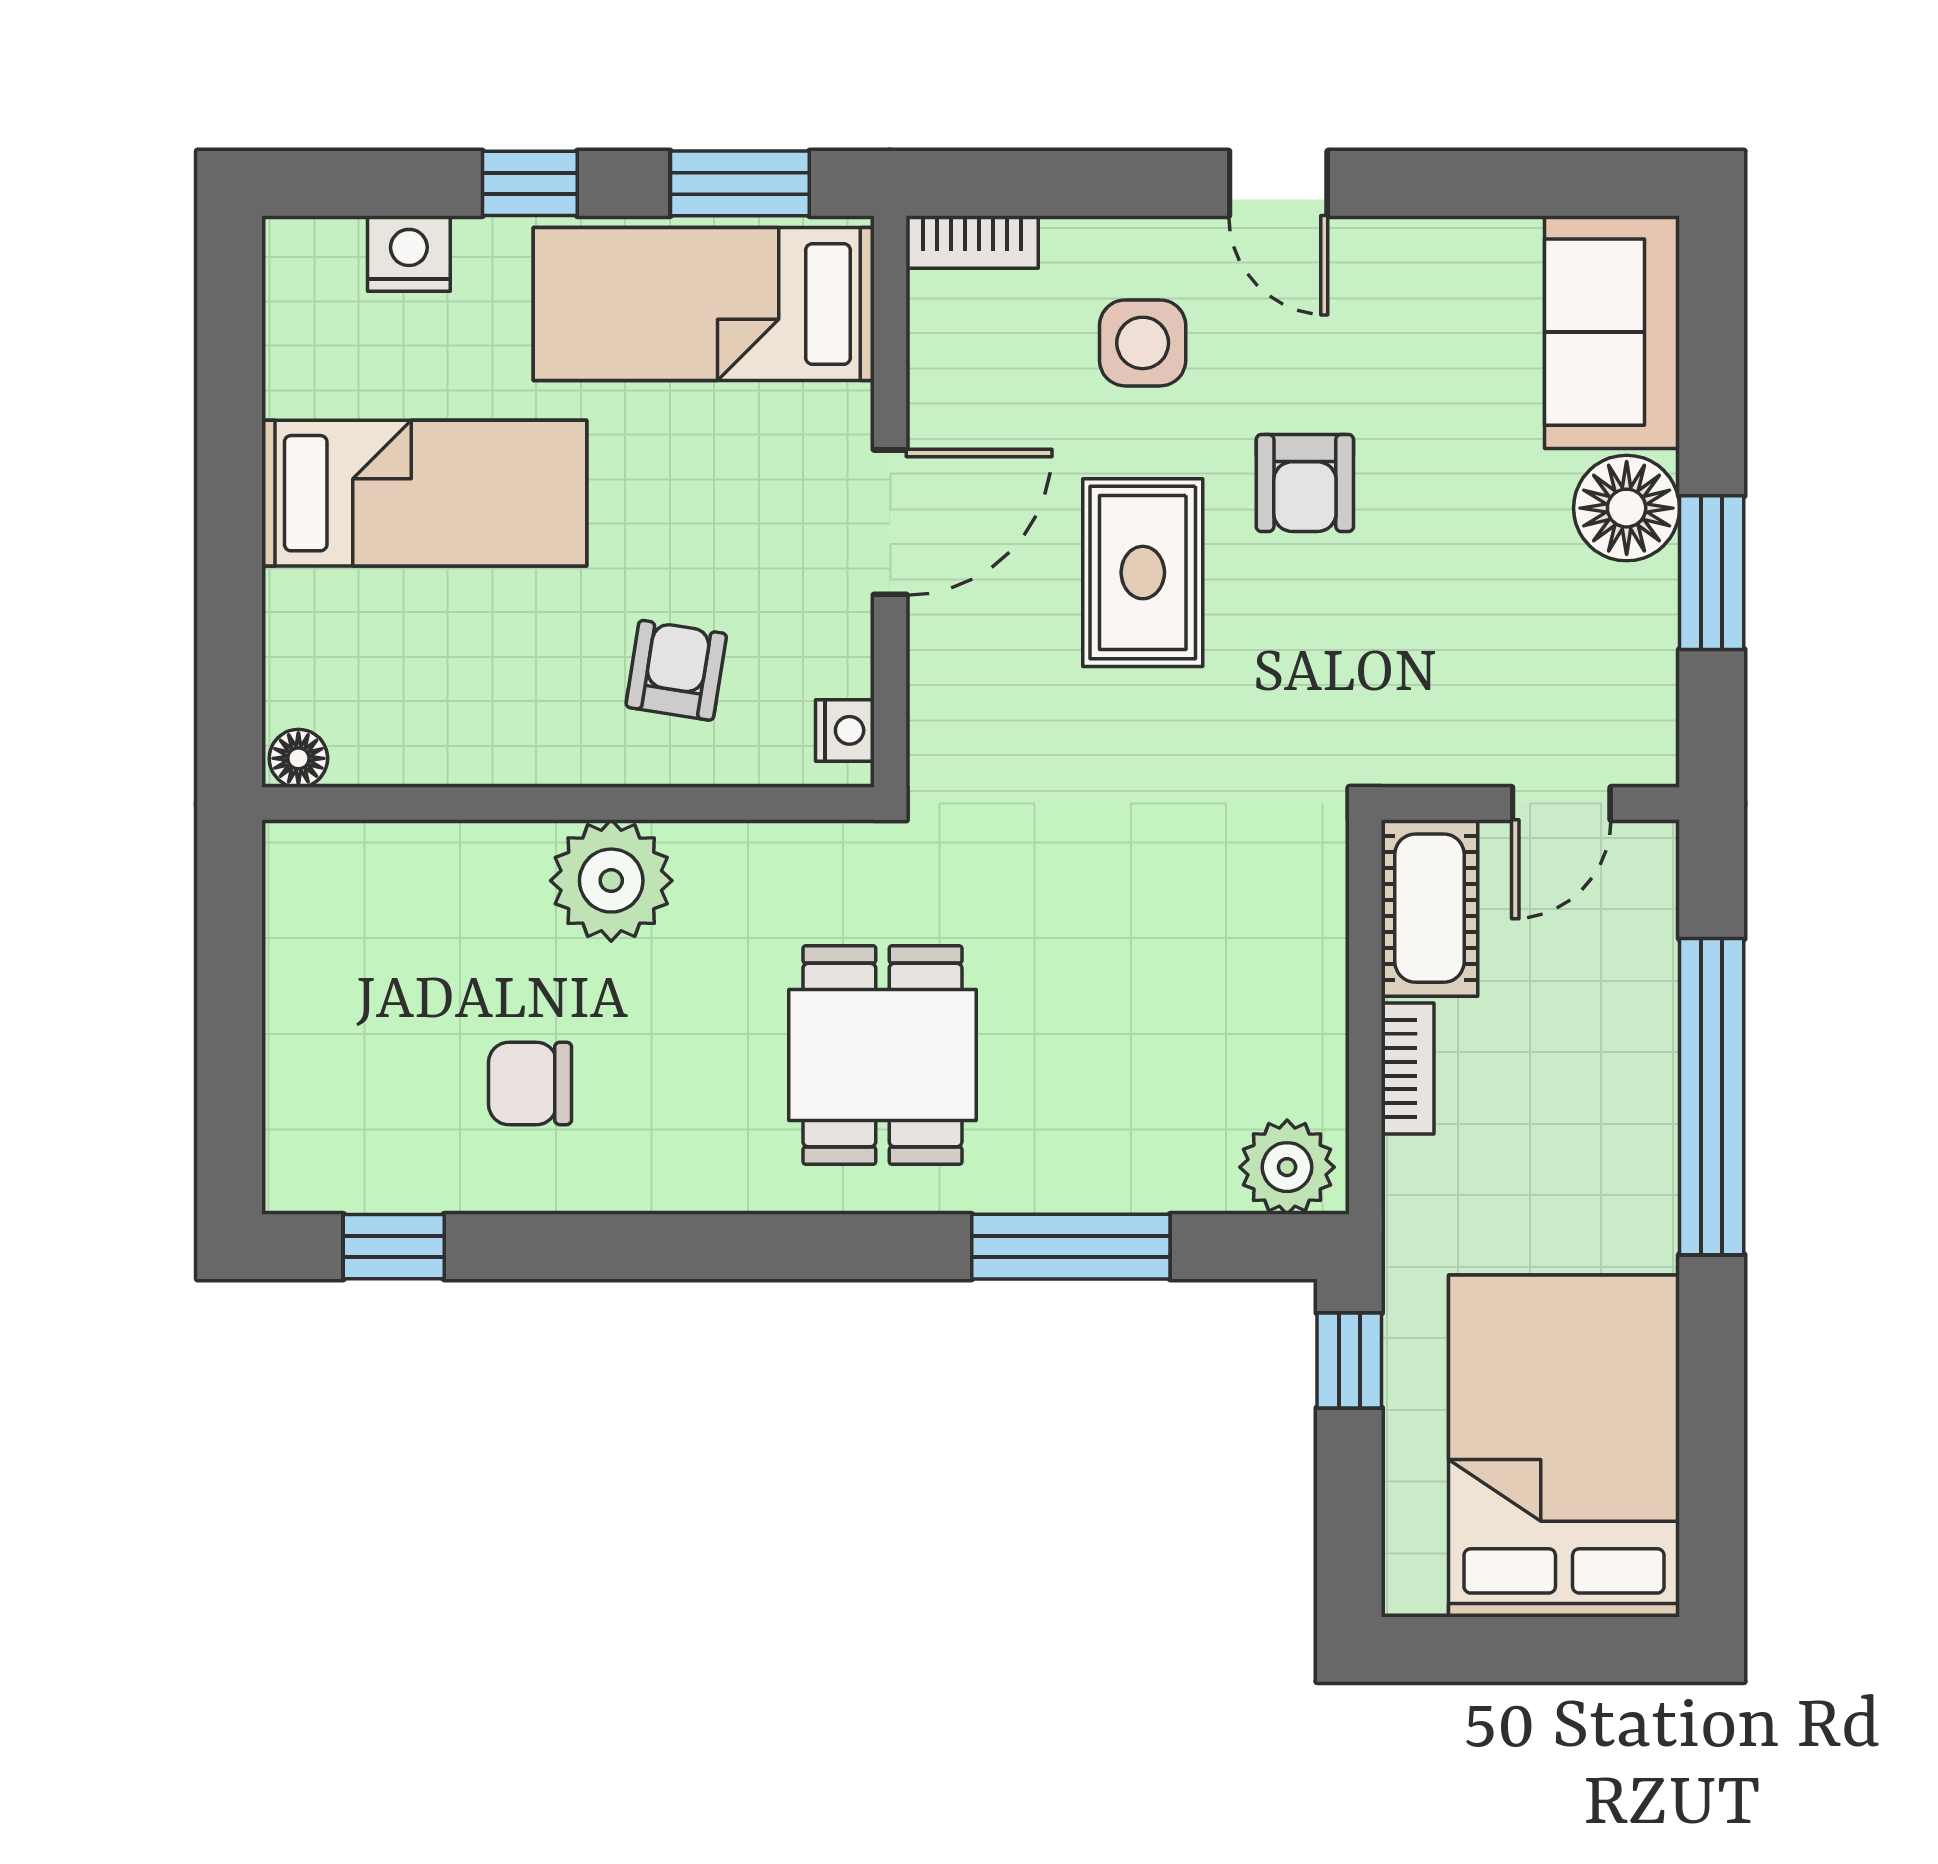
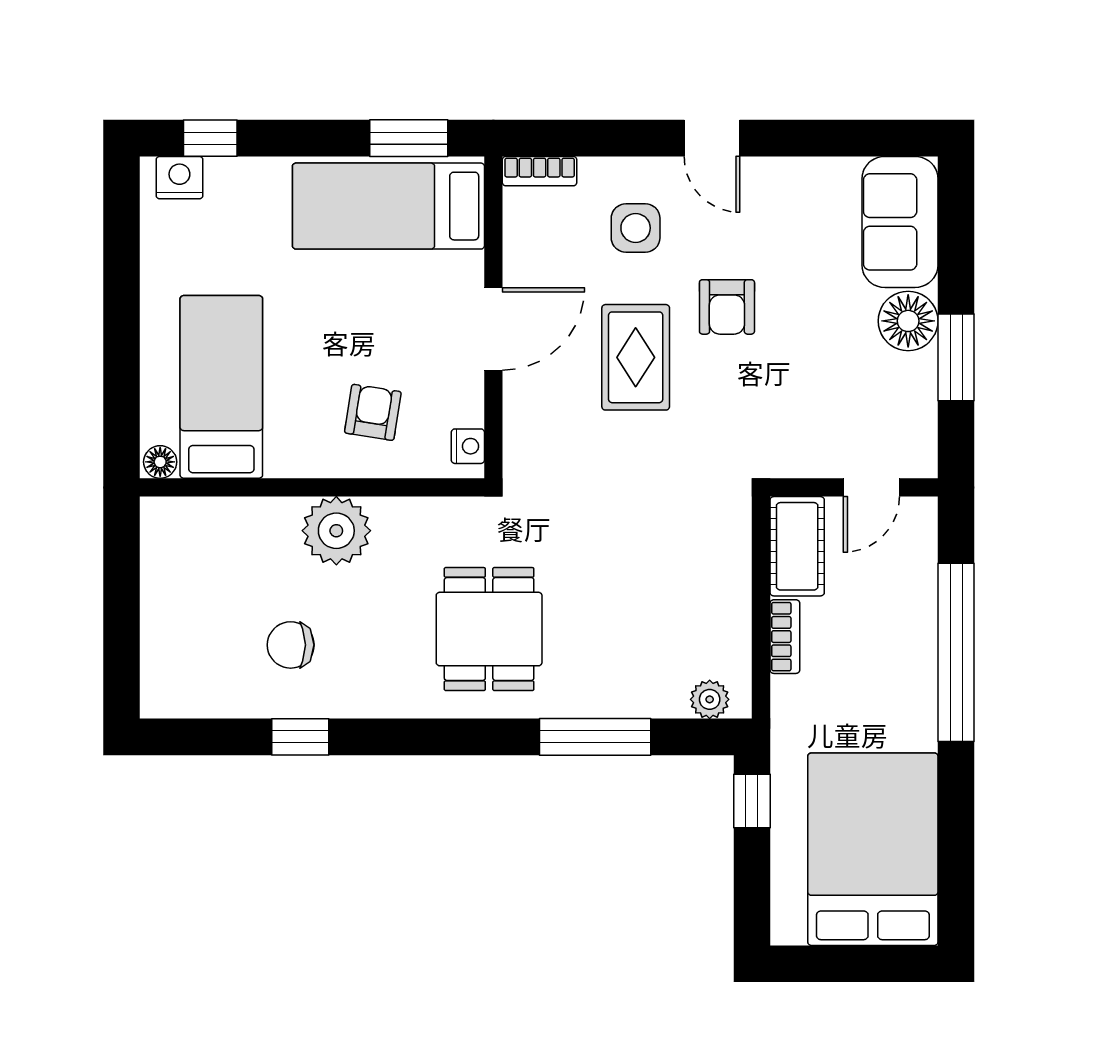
window: (530, 183) -> (210, 138), moved
nightstand: (409, 254) -> (179, 178), moved
bed: (424, 493) -> (221, 387), moved, turned -90
plant: (1287, 1167) -> (710, 699), width x0.73, depth x0.73
window: (394, 1247) -> (300, 737), moved

